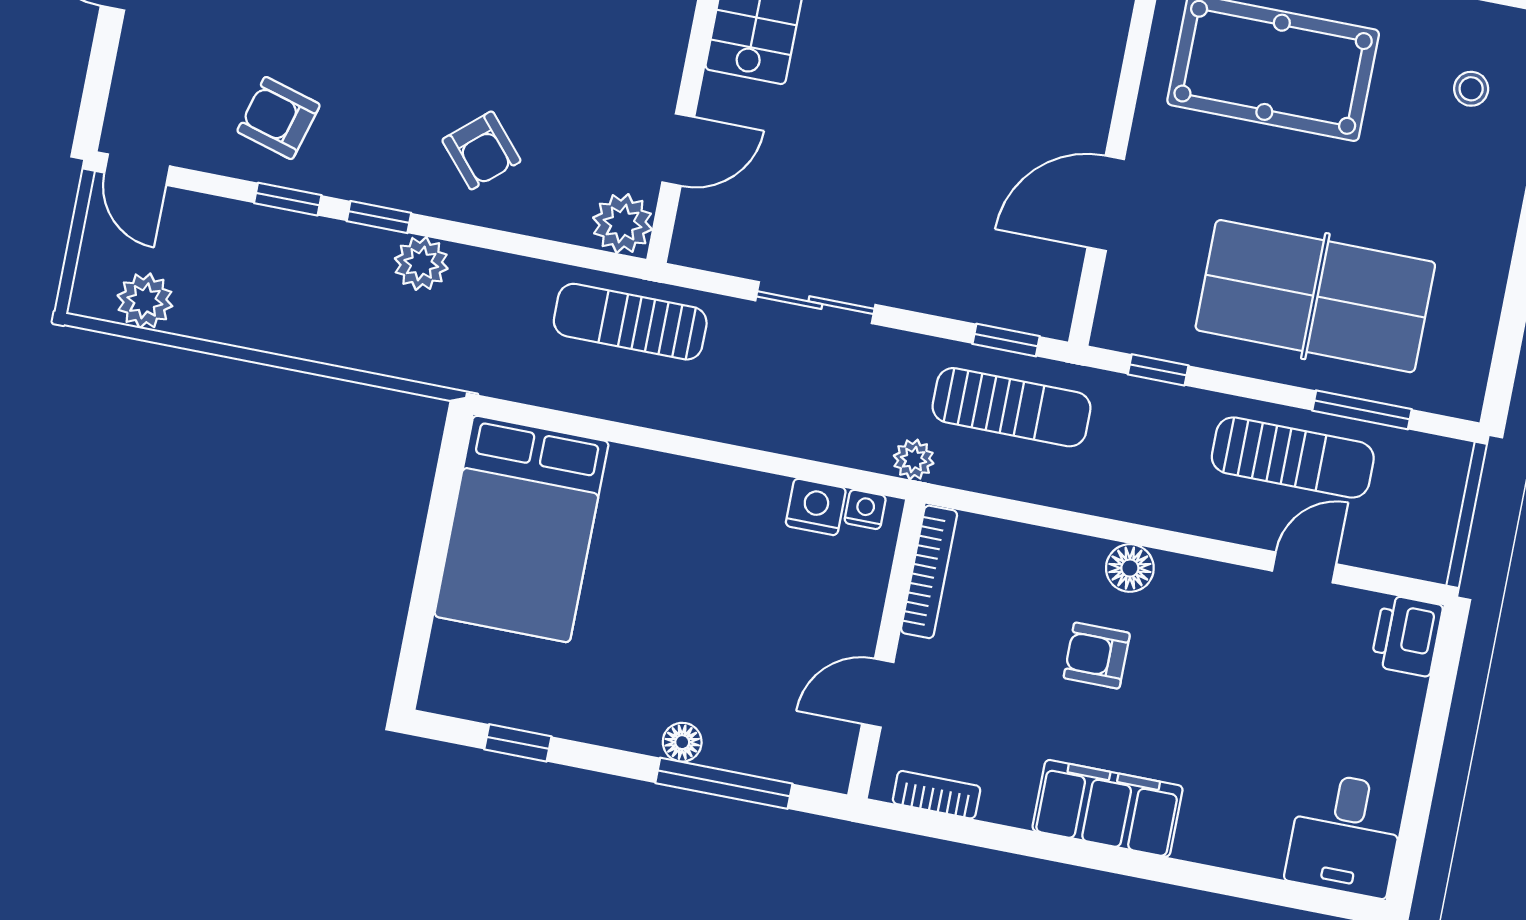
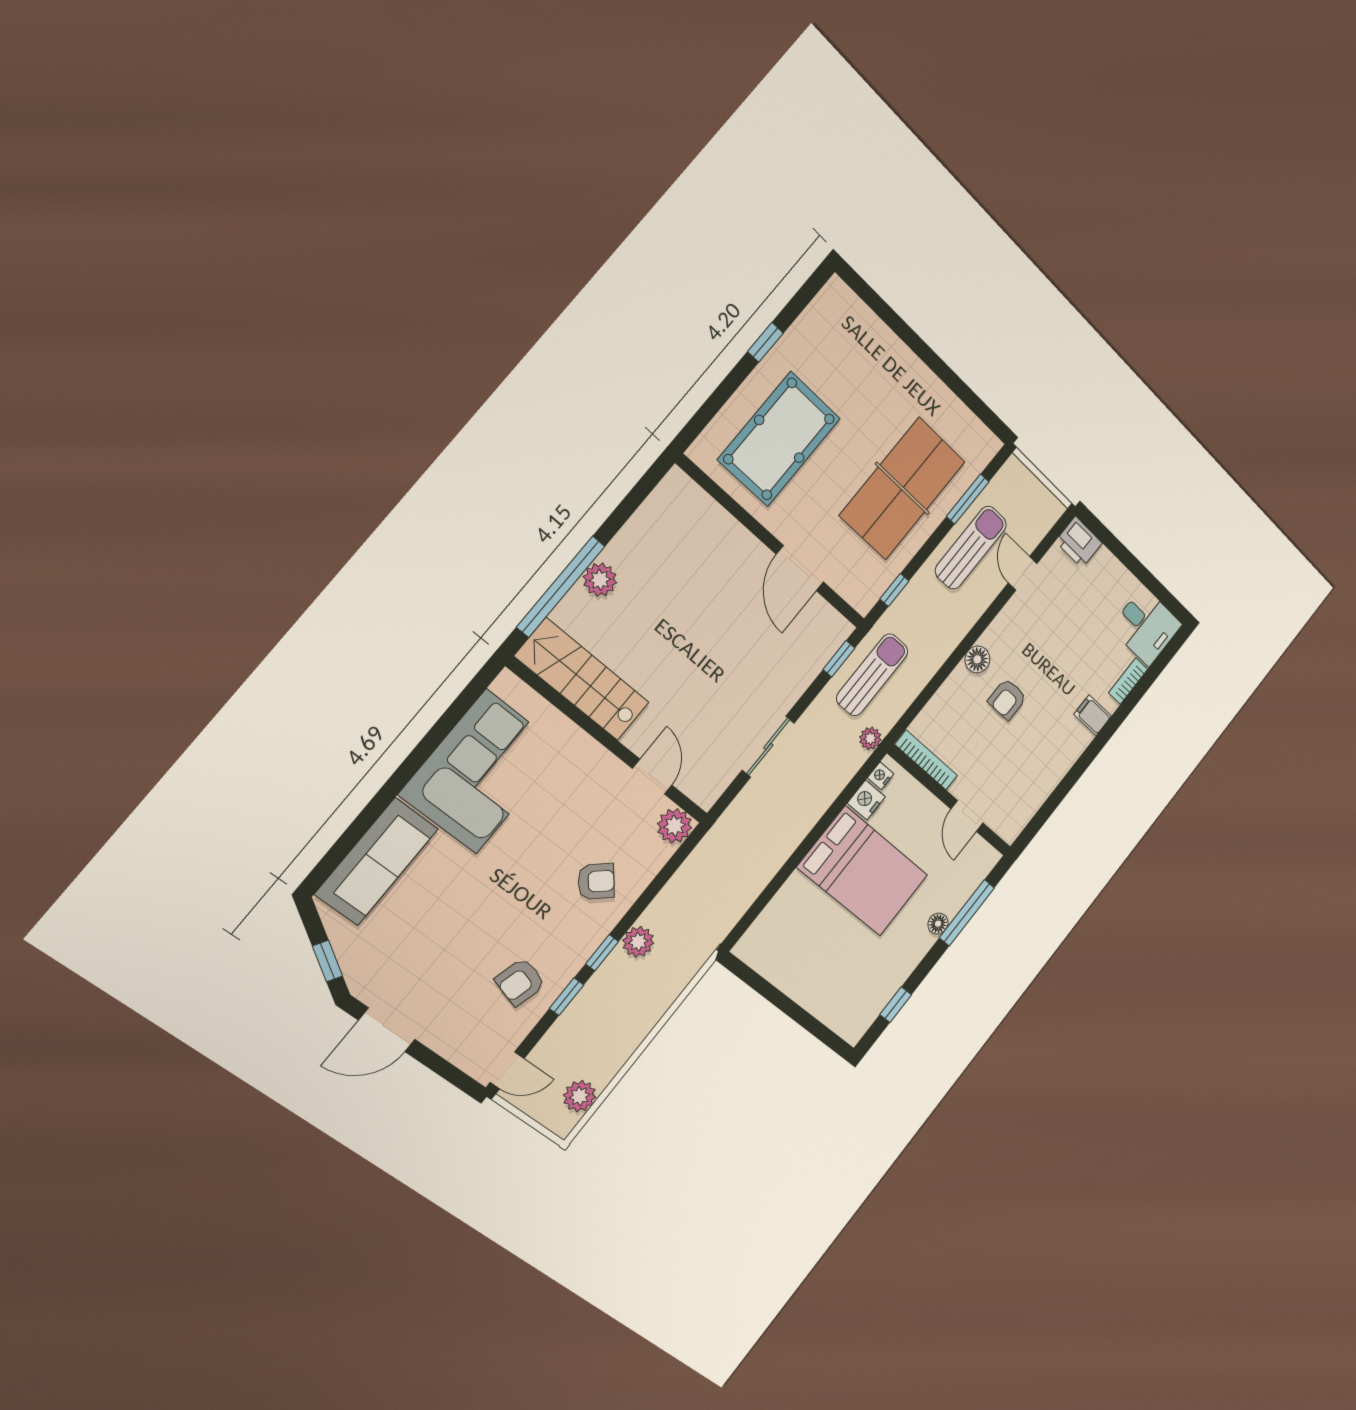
stool: (1471, 89) -> (846, 343), removed
sun lounger: (630, 322) -> (726, 847), removed
bed: (521, 529) -> (863, 871), moved
bookcase: (937, 795) -> (1128, 681), moved
filing cabinet: (1108, 808) -> (1093, 715), width x0.33, depth x0.86

